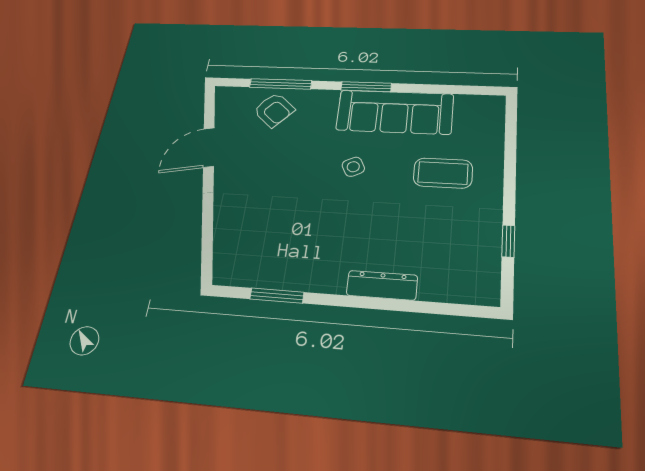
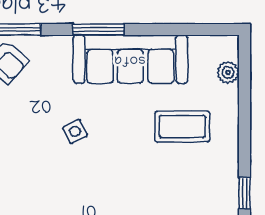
plant: (494, 127) -> (228, 72), added
side table: (353, 167) -> (75, 131), moved

